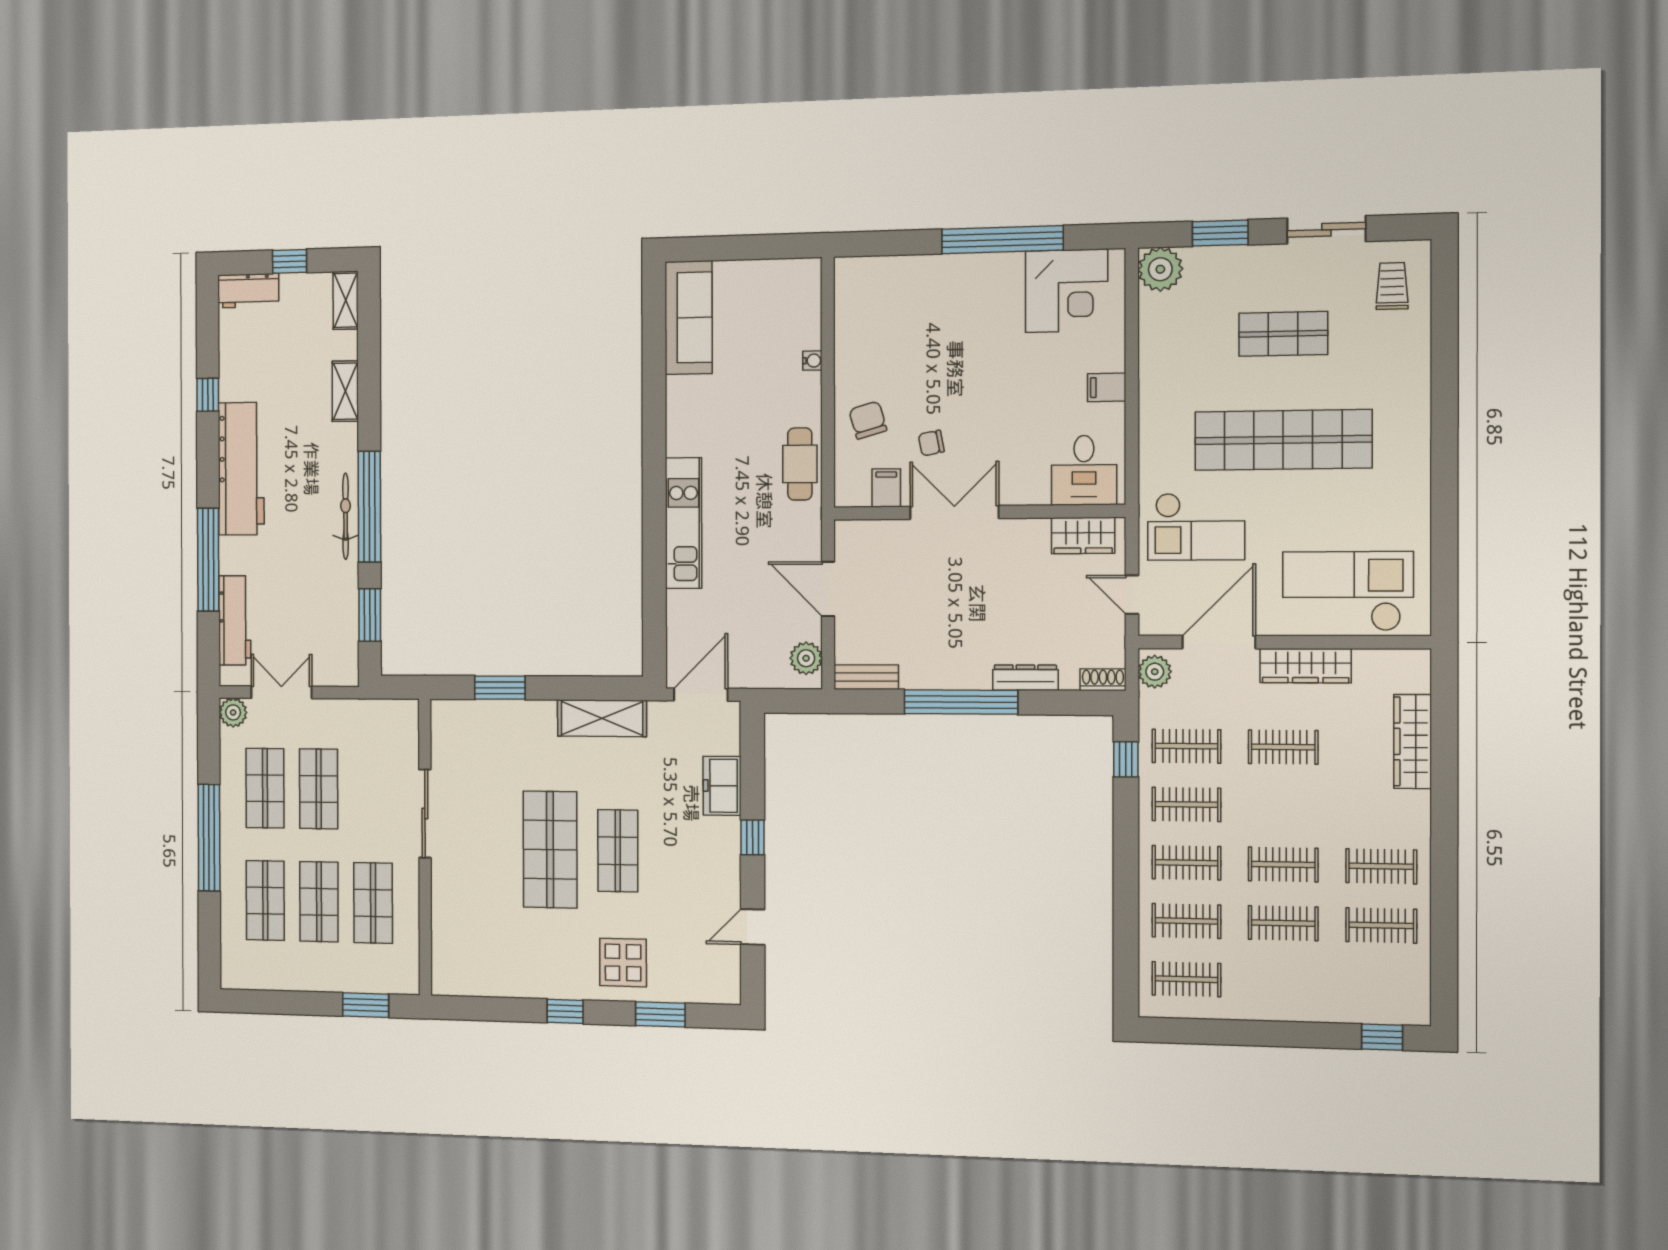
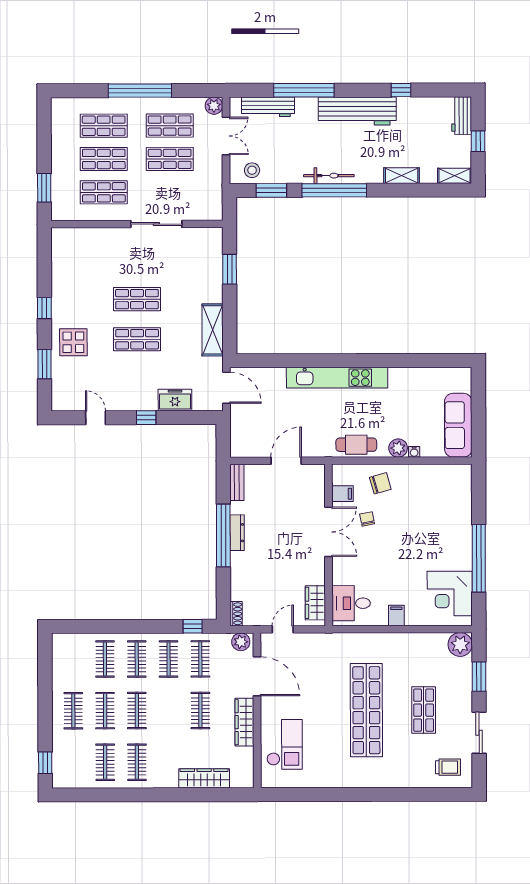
sofa: (689, 318) -> (458, 425), moved, turned 90
kitchen unit: (684, 523) -> (337, 378), width x1.36
checkout: (1196, 526) -> (320, 664), removed
checkout: (1348, 591) -> (285, 744), width x0.73, depth x0.83
stool: (337, 648) -> (252, 170), added
plant: (806, 658) -> (398, 448), moved
dresser: (1025, 678) -> (237, 533), moved
shop shelf: (550, 849) -> (137, 299), width x0.70, depth x0.74
clothes rail: (1186, 979) -> (73, 711), moved

